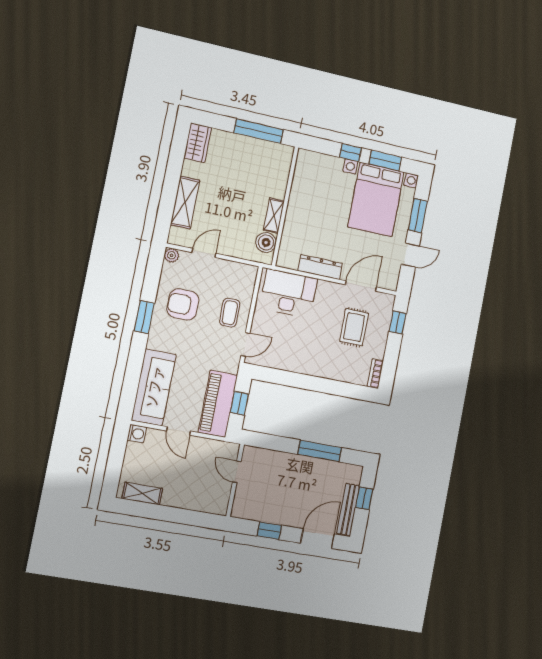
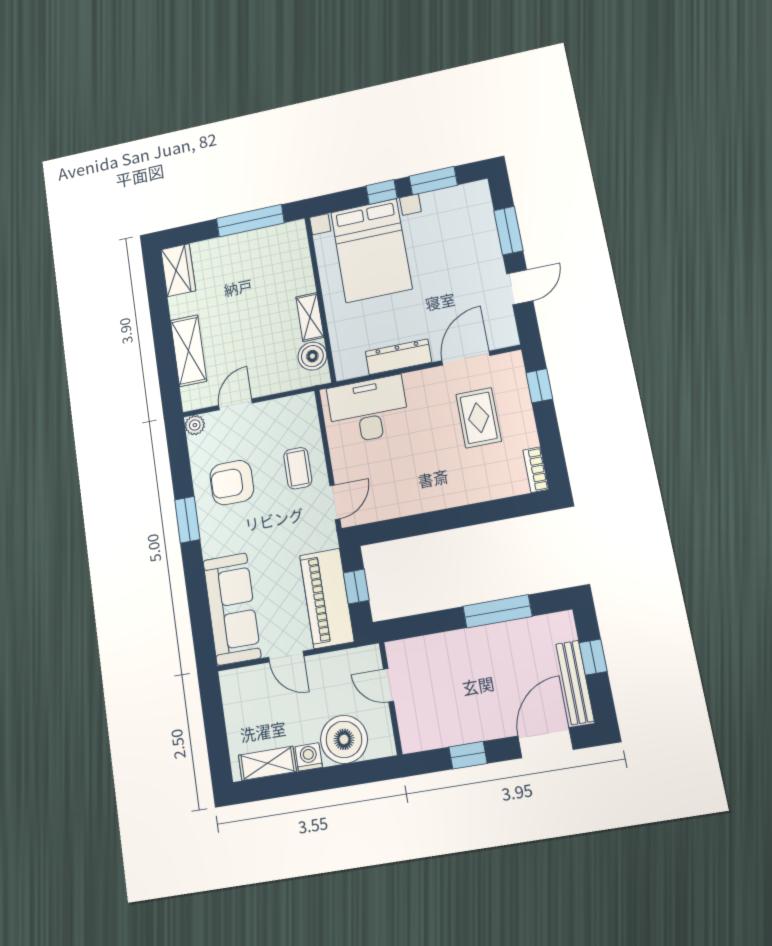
bed with nightstands: (376, 199) -> (371, 250), moved
washing machine: (137, 434) -> (309, 757), moved, turned -90
boiler: (197, 495) -> (344, 739), added

